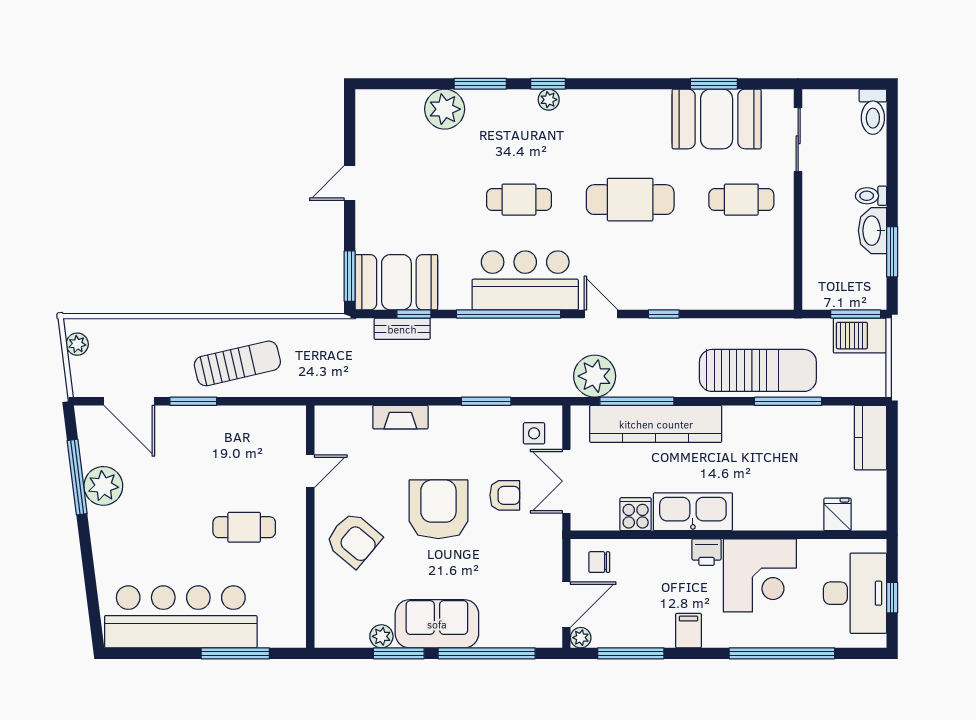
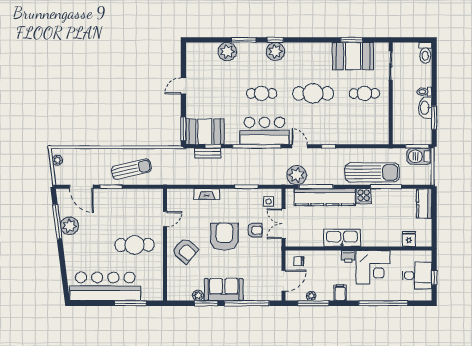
plant: (549, 100) -> (275, 51), width x1.88, depth x1.88
cooker: (636, 514) -> (364, 196), moved, turned 180
cafe table: (244, 527) -> (135, 245), width x1.37, depth x1.35
desk: (855, 593) -> (417, 275), width x0.73
plant: (581, 638) -> (311, 296), moved

